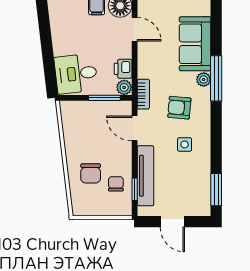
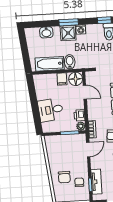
desk: (76, 74) -> (51, 110), moved
door: (135, 128) -> (88, 150), swing flipped
tv unit: (145, 176) -> (96, 182), width x0.71

